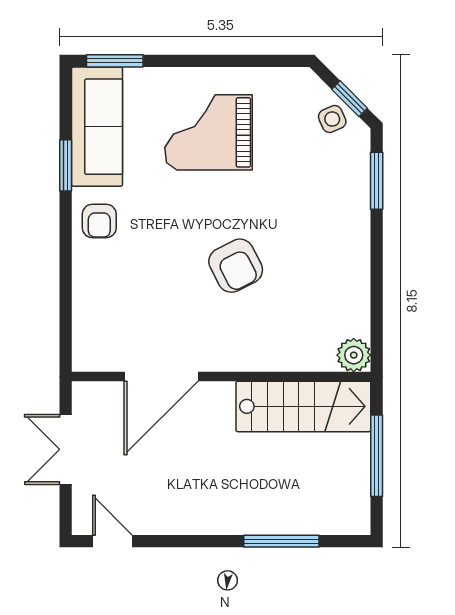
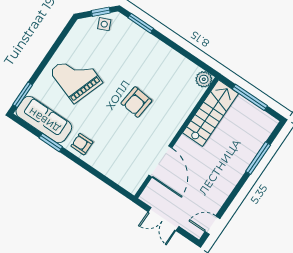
grand piano: (208, 132) -> (76, 77), turned 109
armchair: (99, 221) -> (82, 144), turned 180
armchair: (236, 266) -> (136, 102), turned 123

